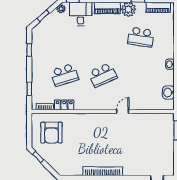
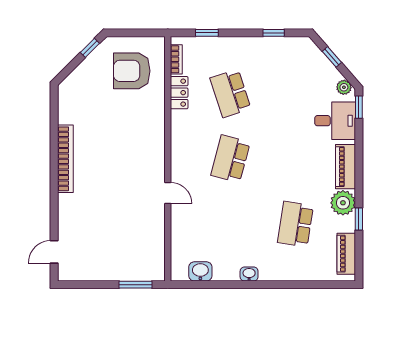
school desk: (103, 75) -> (230, 159), turned 39

